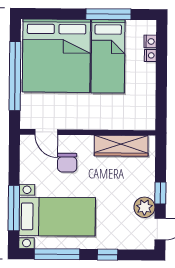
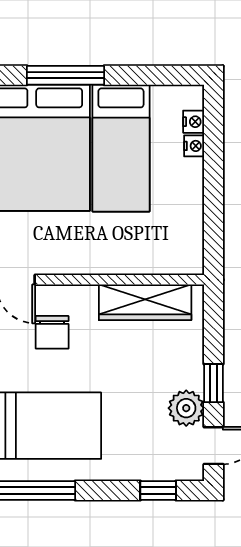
window: (108, 14) -> (65, 75), moved
window: (107, 255) -> (158, 490), moved

